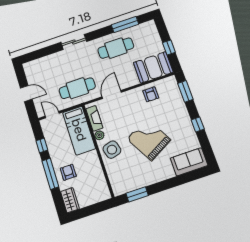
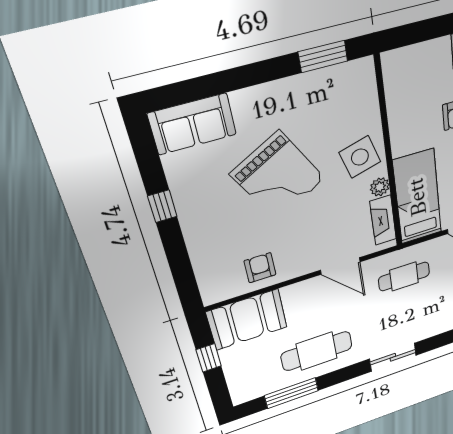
cafe table: (77, 88) -> (404, 276), width x0.73, depth x0.74
window: (185, 91) -> (183, 275), removed
door: (112, 95) -> (340, 266), hinge flipped

